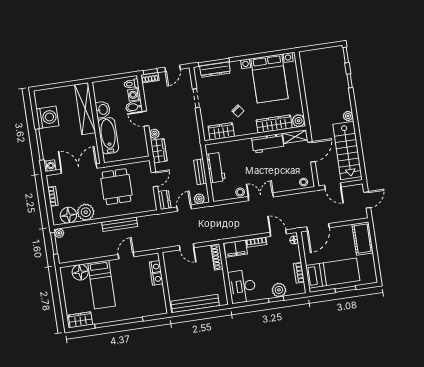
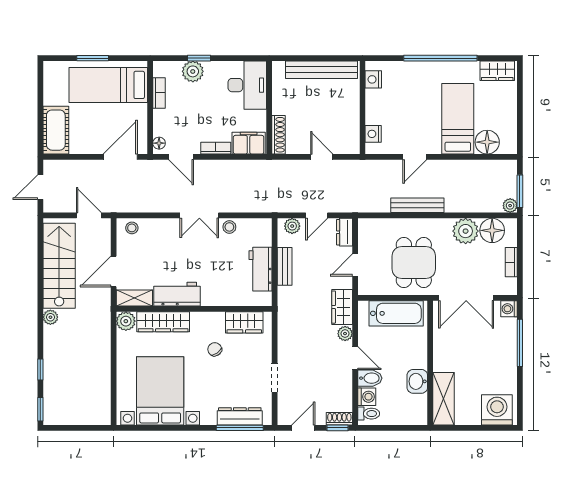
shelving: (85, 109) -> (444, 399), width x0.68
washing machine: (47, 117) -> (497, 410), moved, turned 90
bathtub: (108, 136) -> (396, 313), moved, turned -90
nightstand: (157, 279) -> (373, 79), moved

